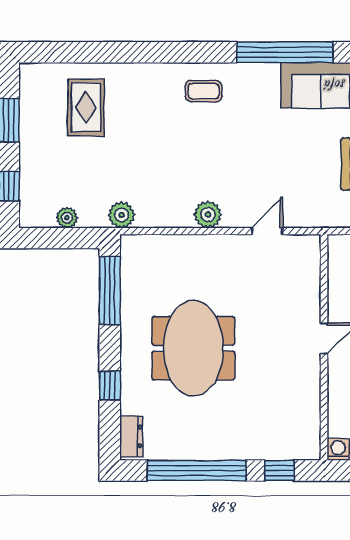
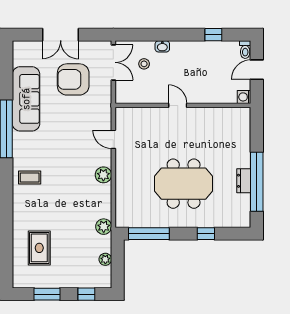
coffee table: (204, 91) -> (30, 178), turned 90
rug: (86, 107) -> (39, 248), turned 90
dresser: (131, 436) -> (244, 181), moved, turned -90
window: (279, 470) -> (257, 132), removed

